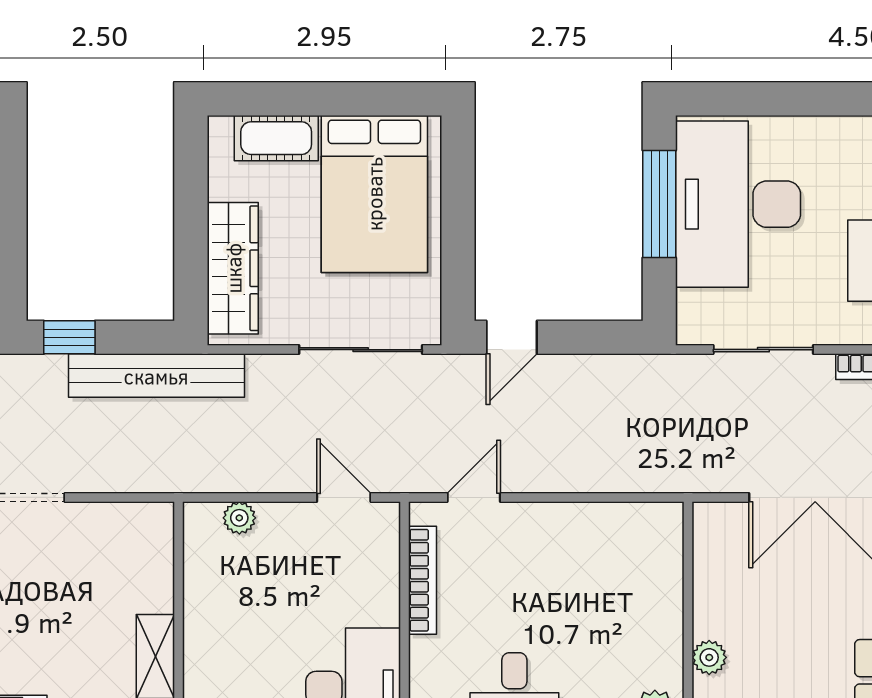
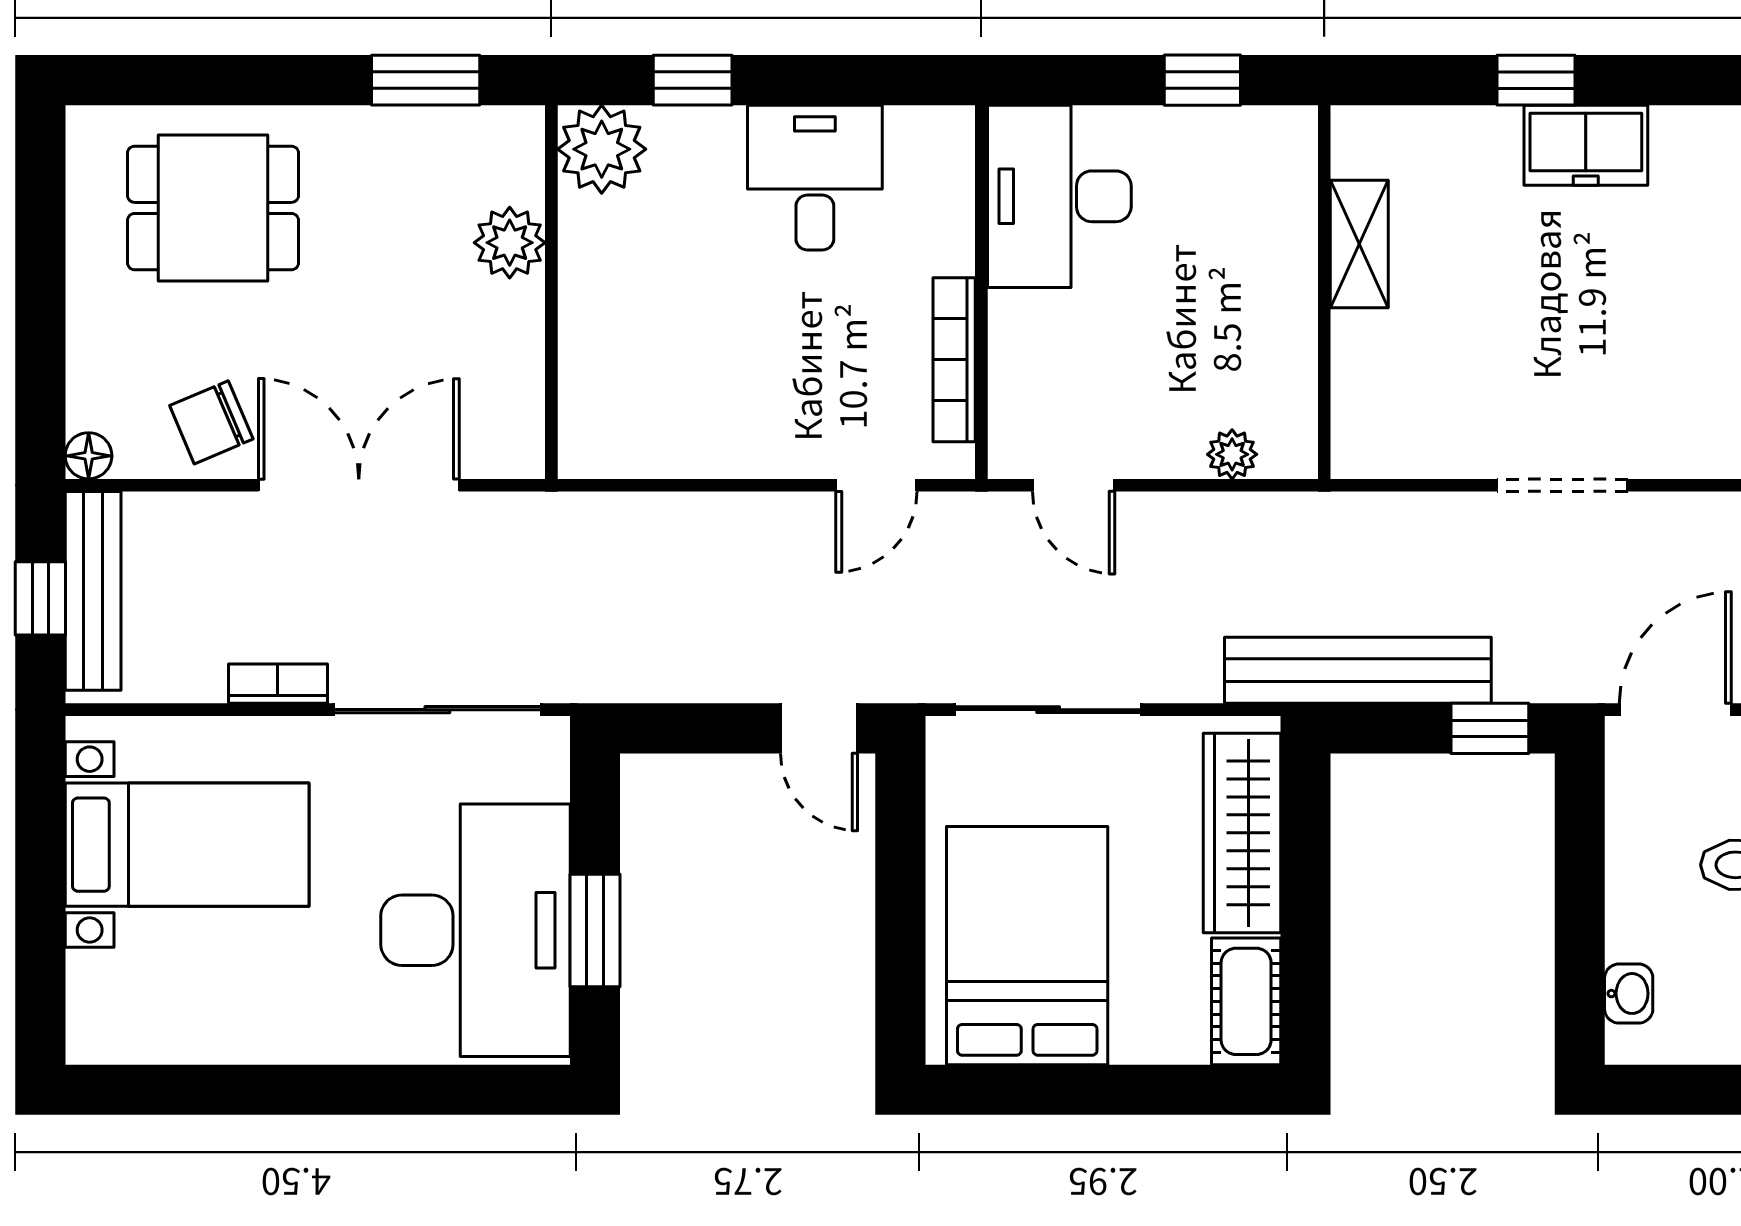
cot: (276, 138) -> (1246, 1001), moved, turned 90
window: (659, 204) -> (595, 931), width x0.69
door: (512, 337) -> (819, 728), swing flipped
sliding door: (763, 350) -> (437, 710), width x1.37
plant: (709, 657) -> (510, 243), width x1.38, depth x1.38

